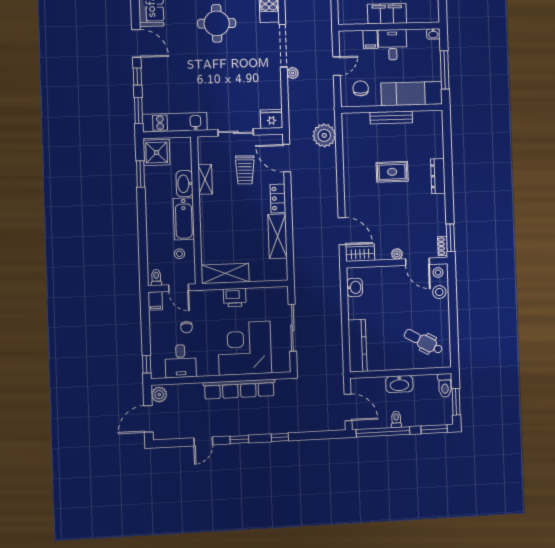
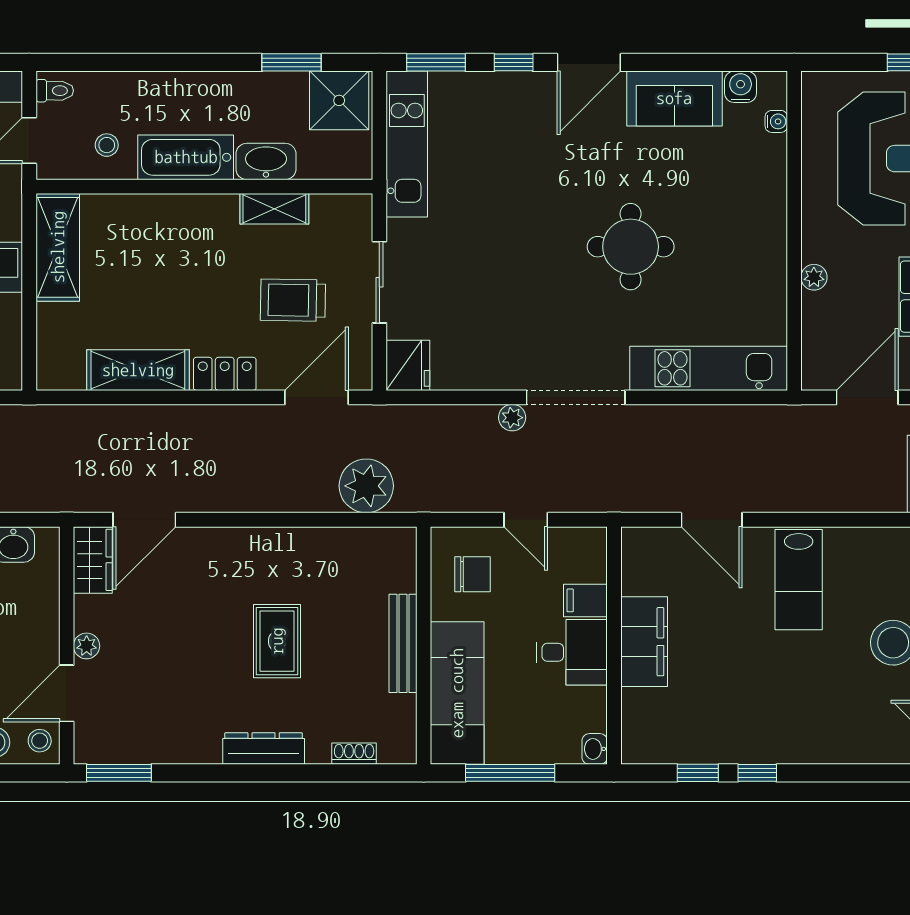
shoe rack: (443, 246) -> (354, 754), moved

